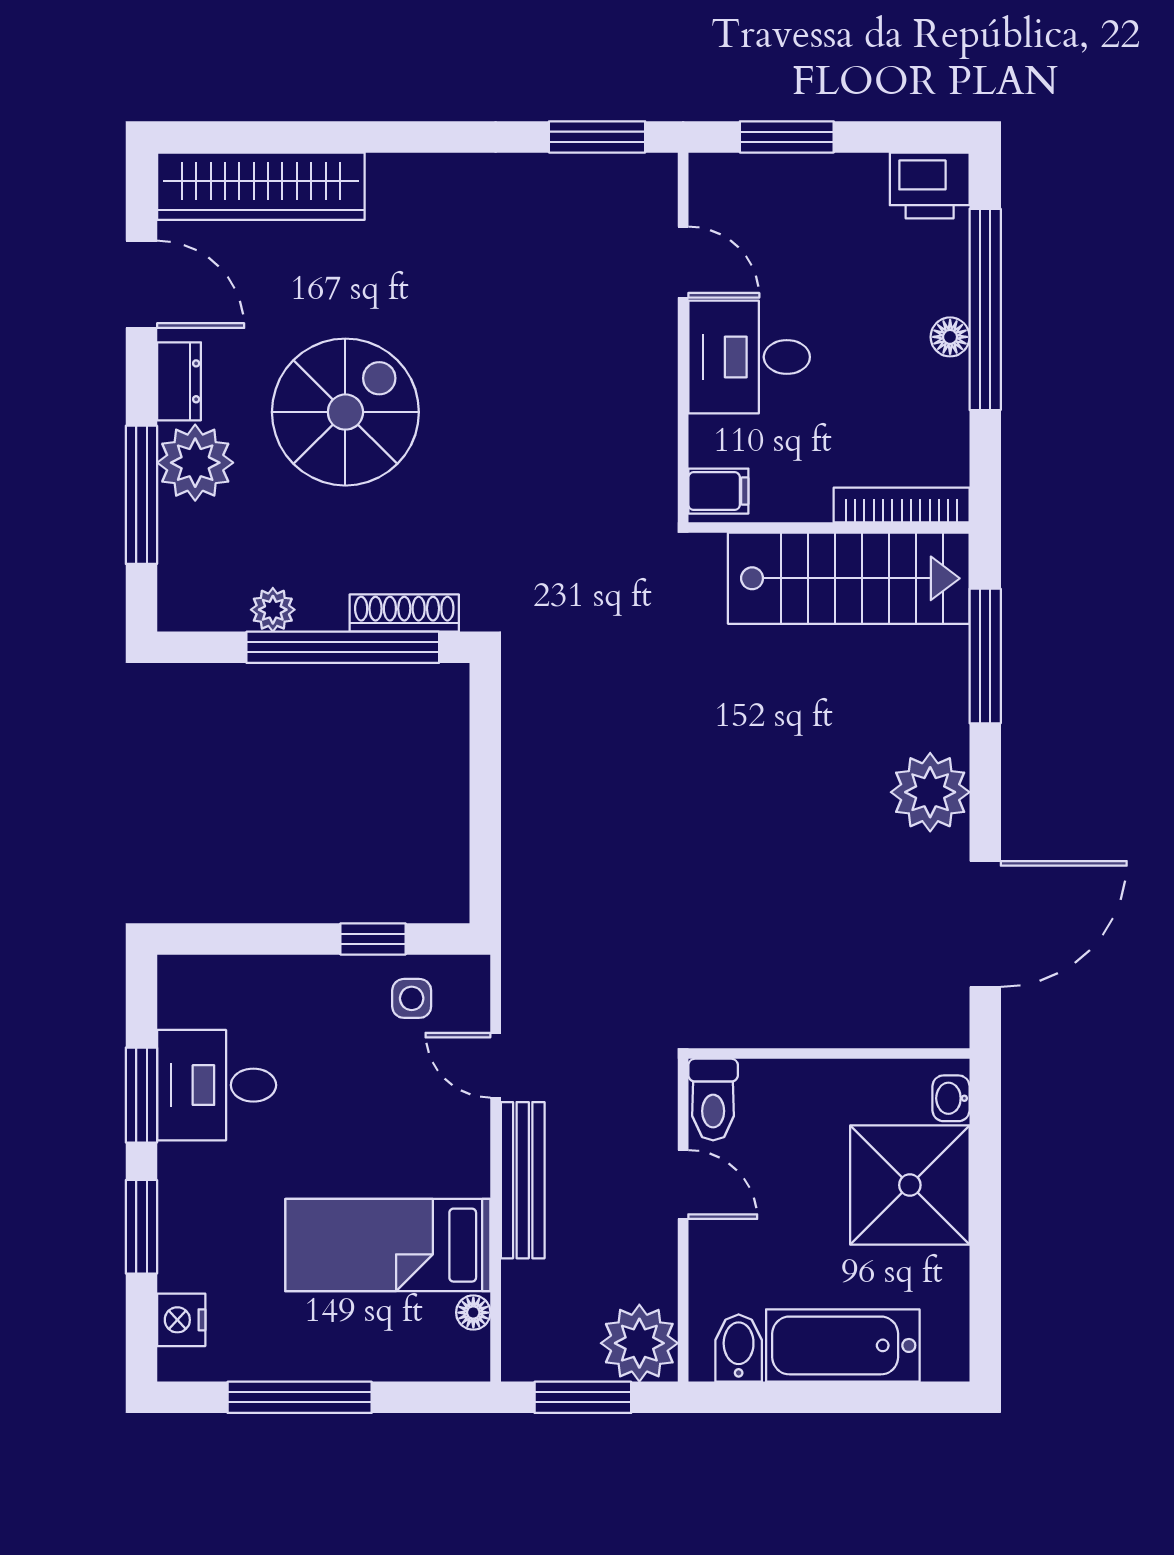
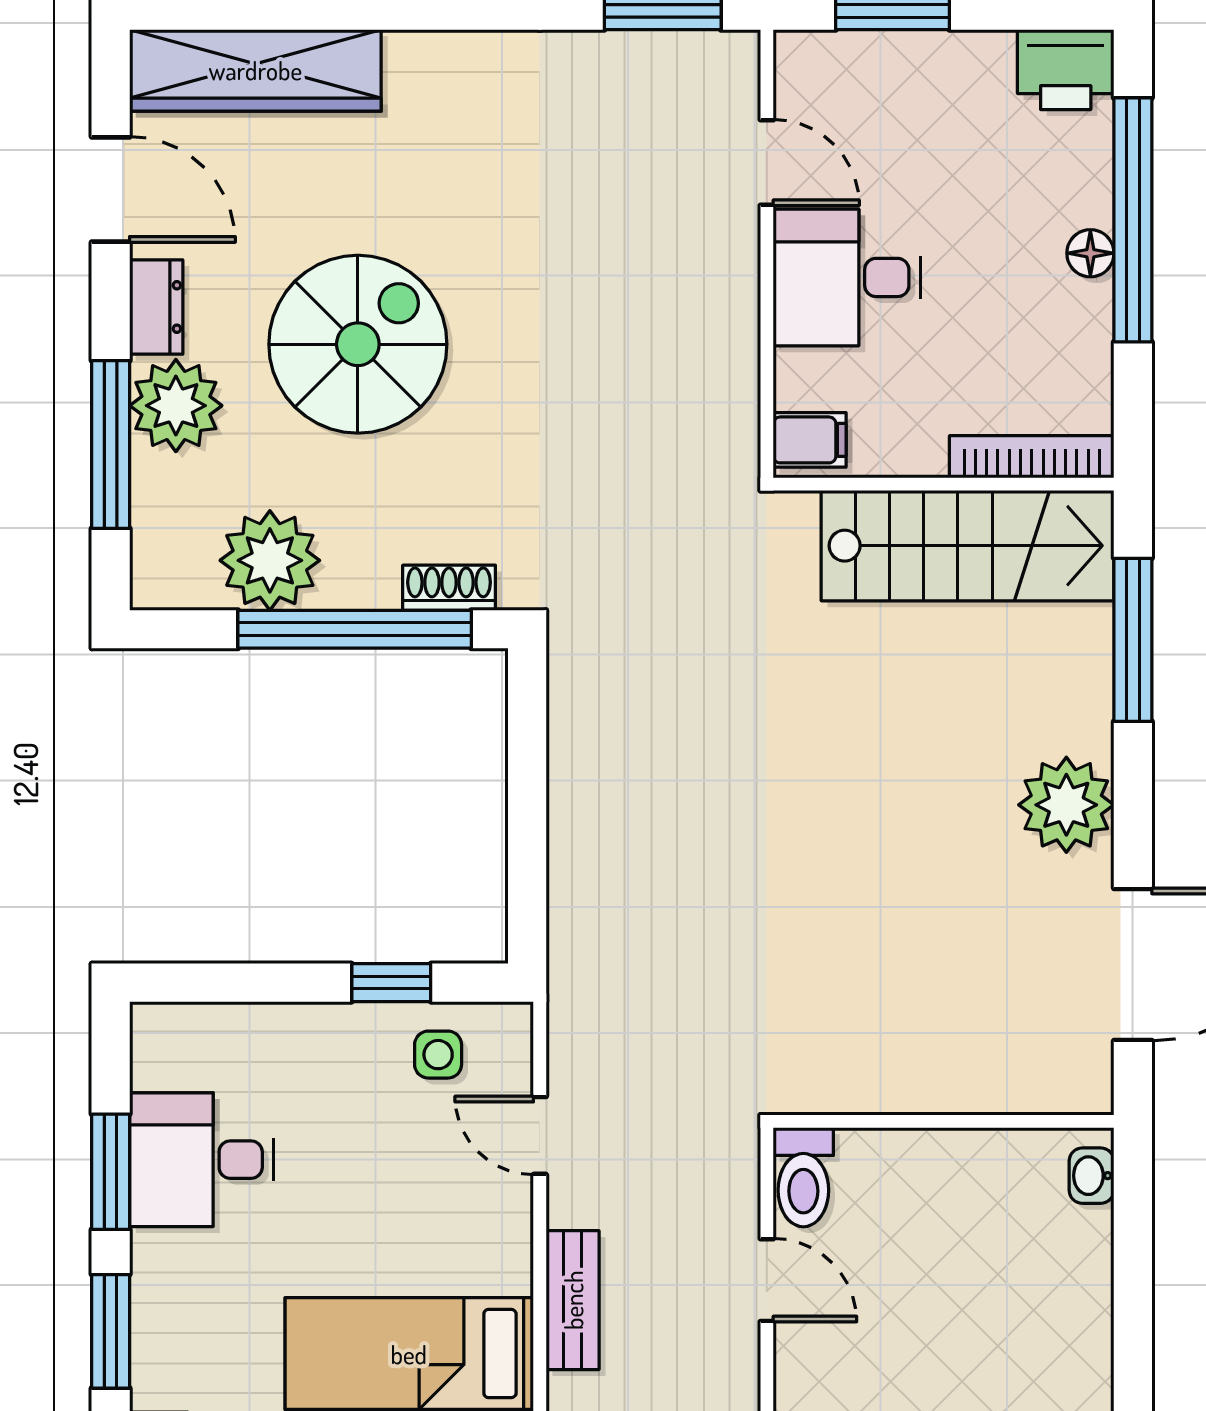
plant: (273, 610) -> (270, 560), width x1.88, depth x1.88
shoe rack: (404, 613) -> (449, 588), width x0.70
bench: (523, 1180) -> (573, 1300), width x0.73
shower: (910, 1185) -> (1042, 1281), removed

